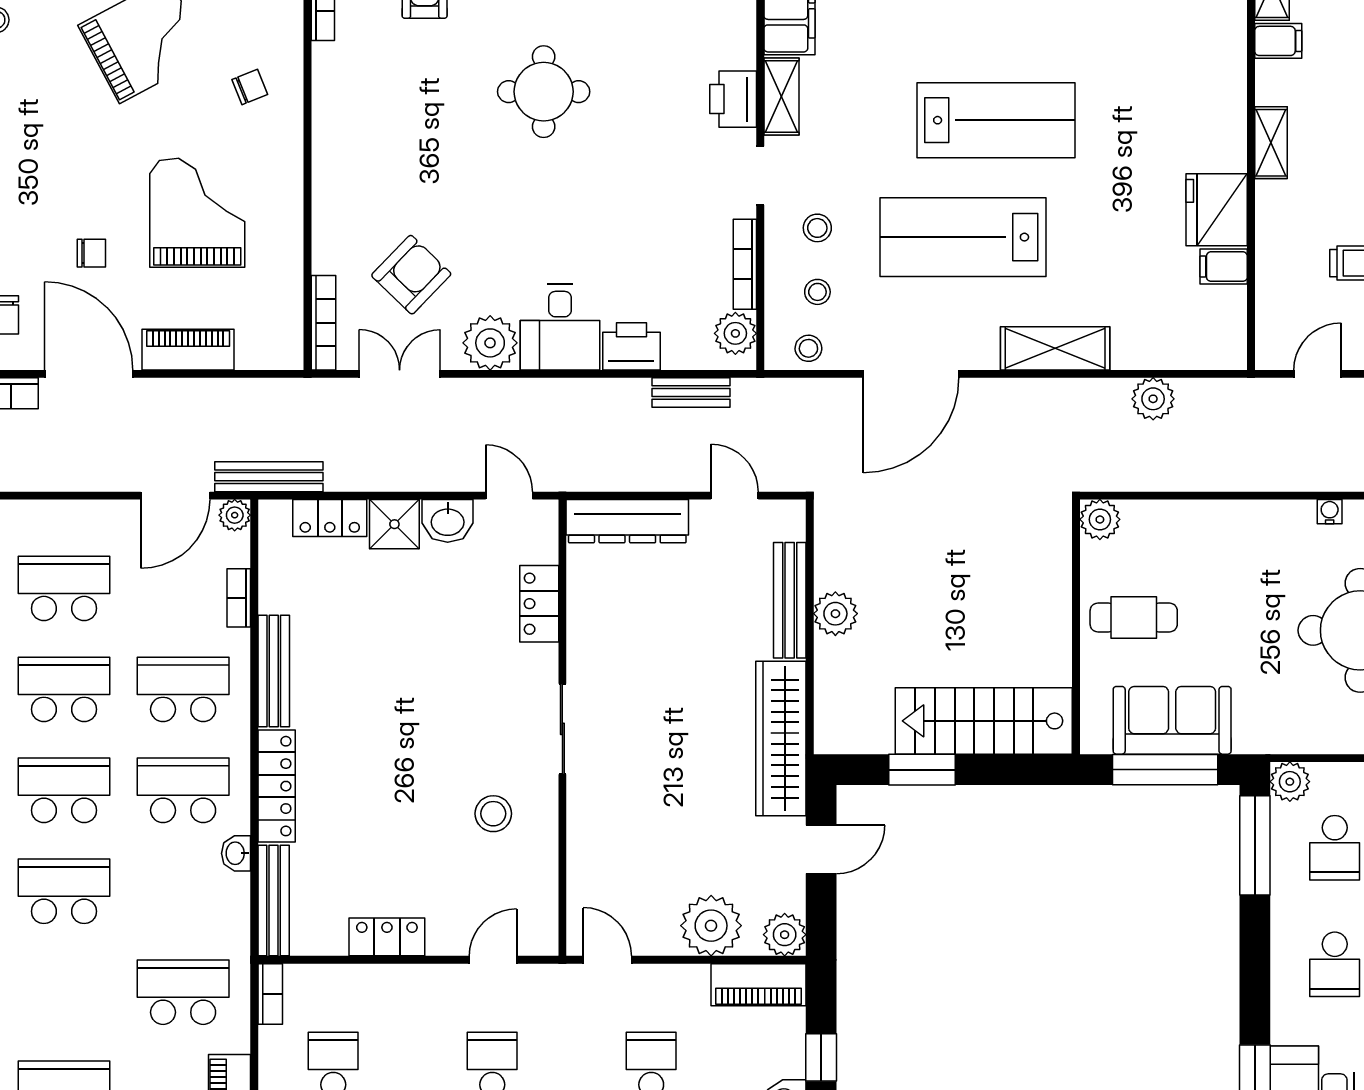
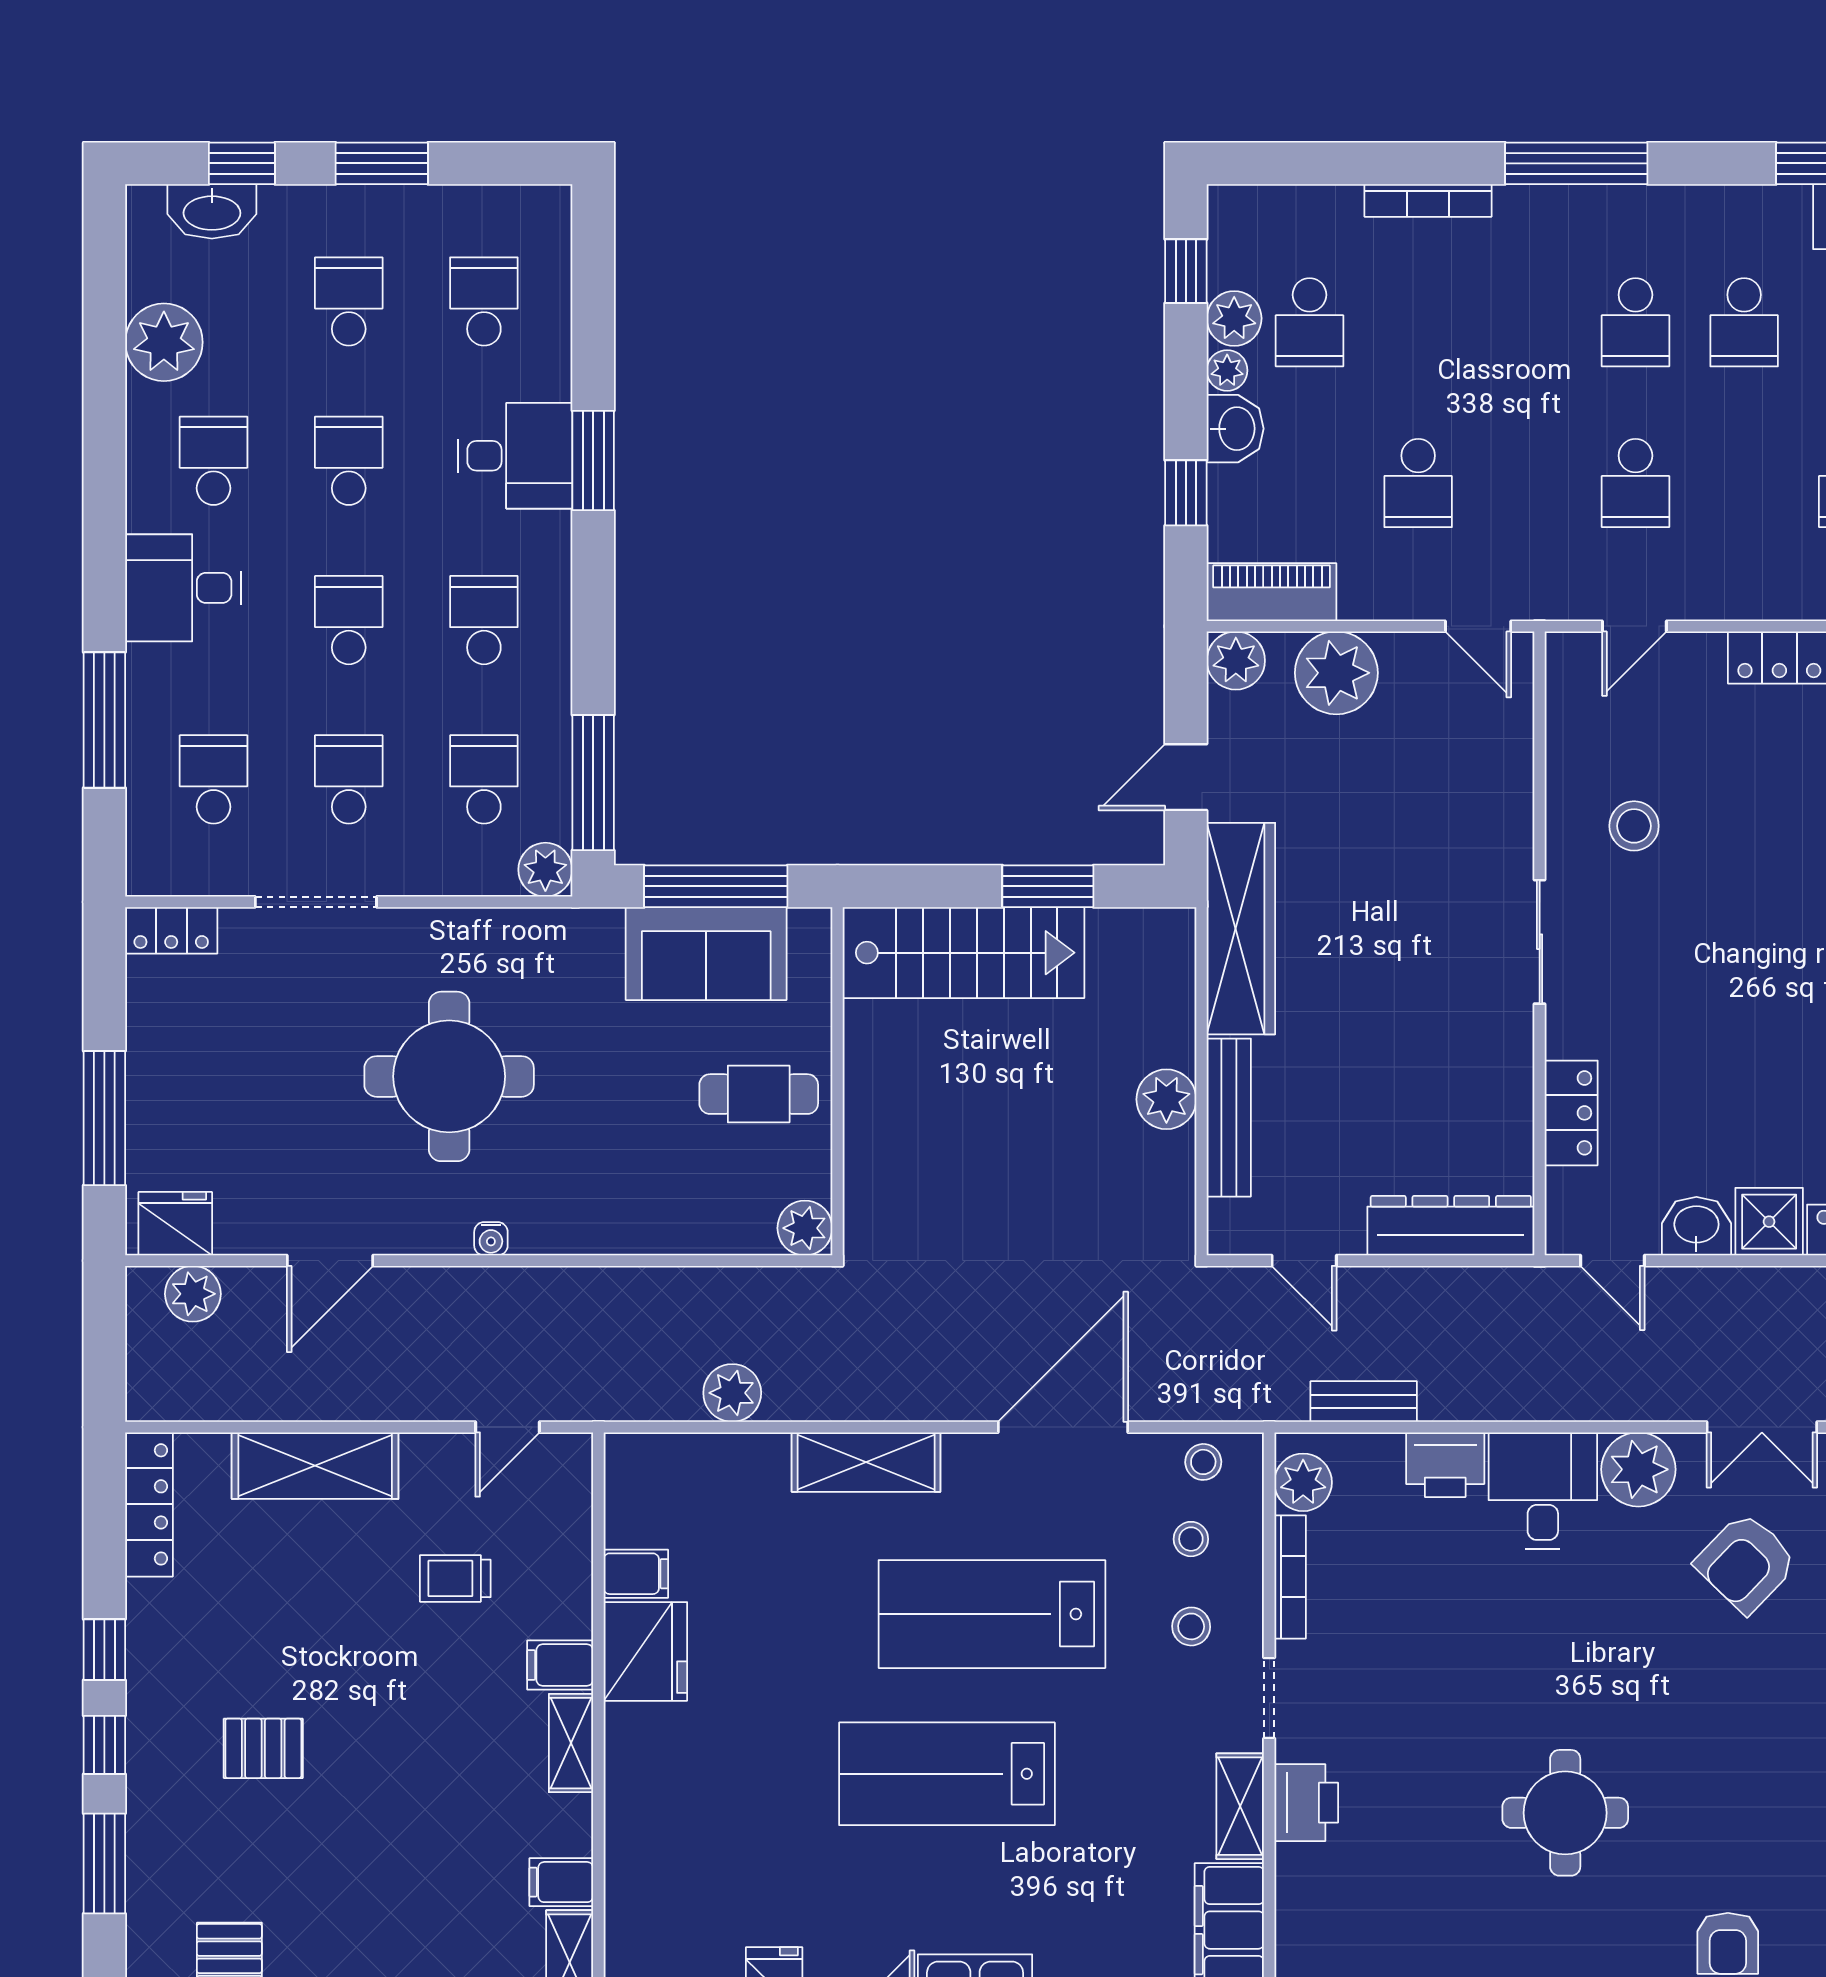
filing cabinet: (1279, 200) -> (560, 1665), added
lab bench: (963, 237) -> (992, 1614), turned 180

